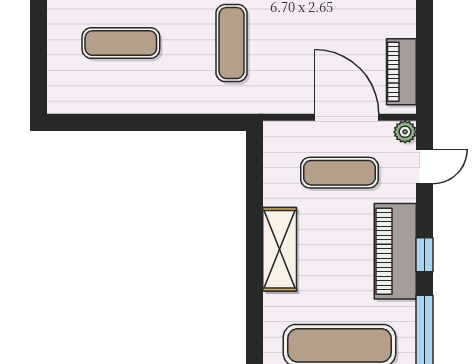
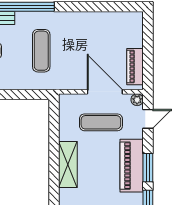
window: (424, 255) -> (148, 168), width x1.50

